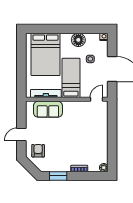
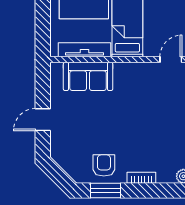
armchair: (38, 151) -> (104, 165), moved

